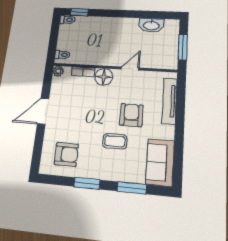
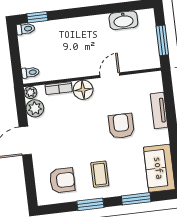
plant: (59, 85) -> (35, 108), added
tv unit: (170, 101) -> (159, 111), width x0.71
coffee table: (115, 141) -> (100, 174), moved, turned 90

